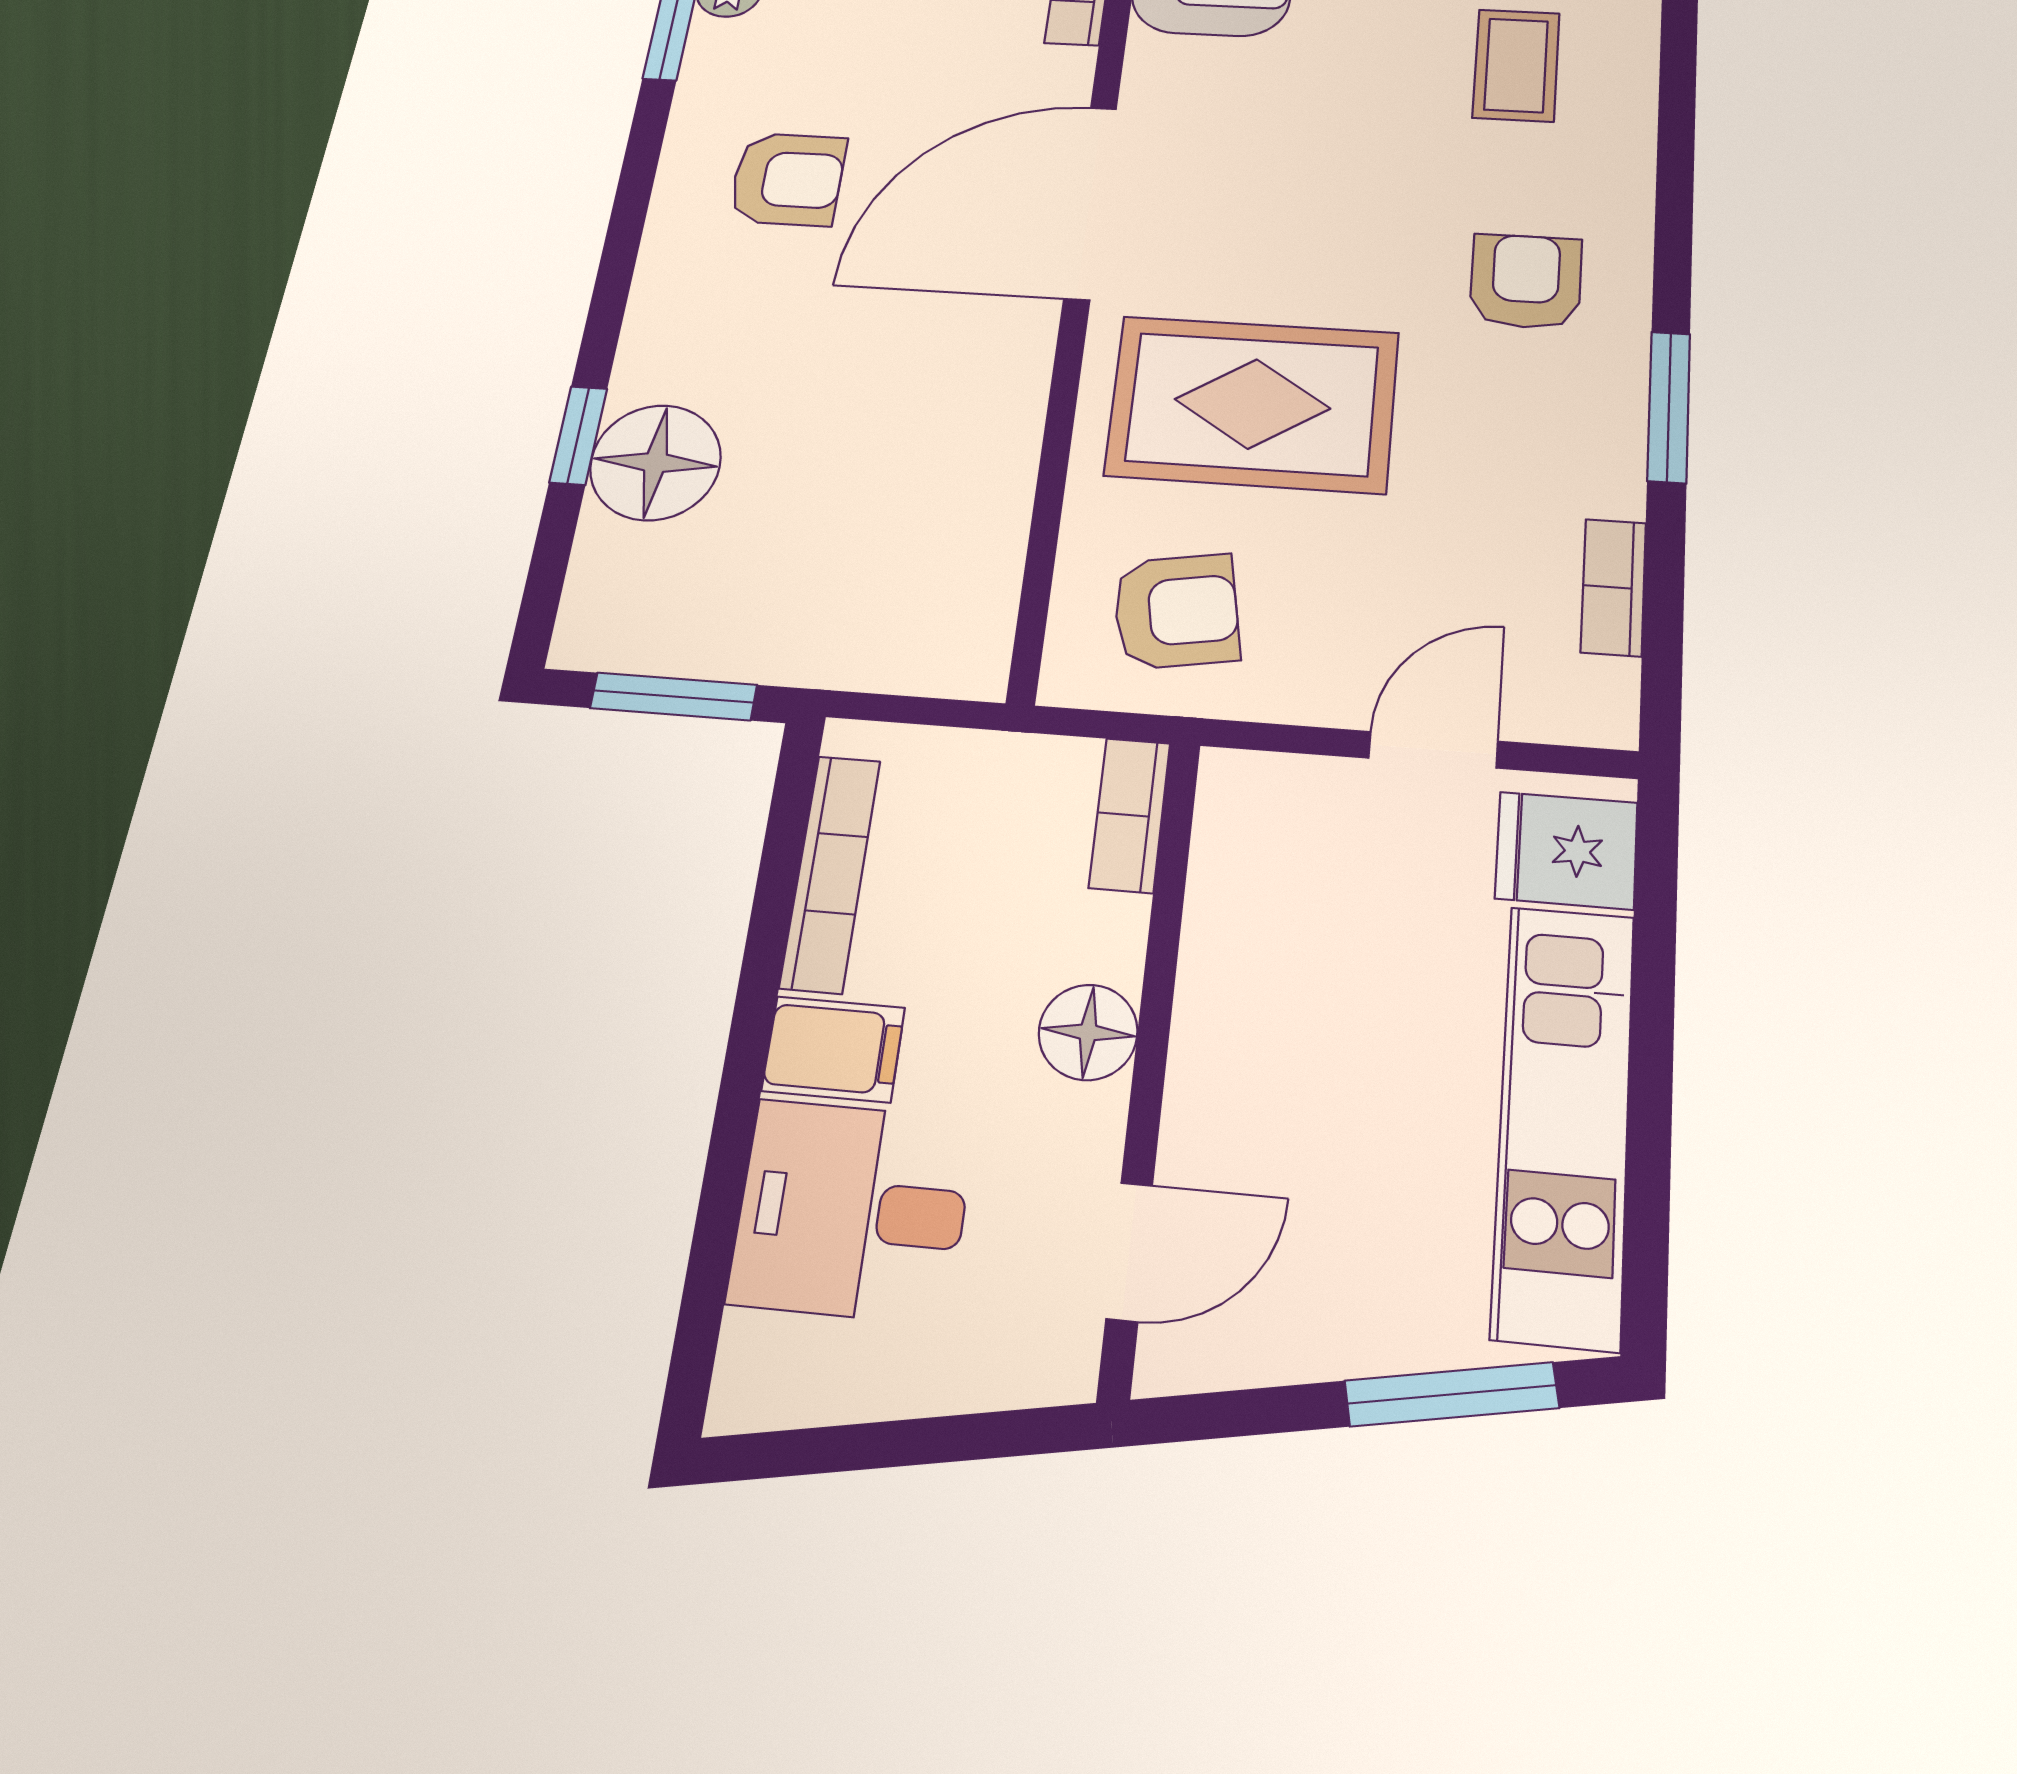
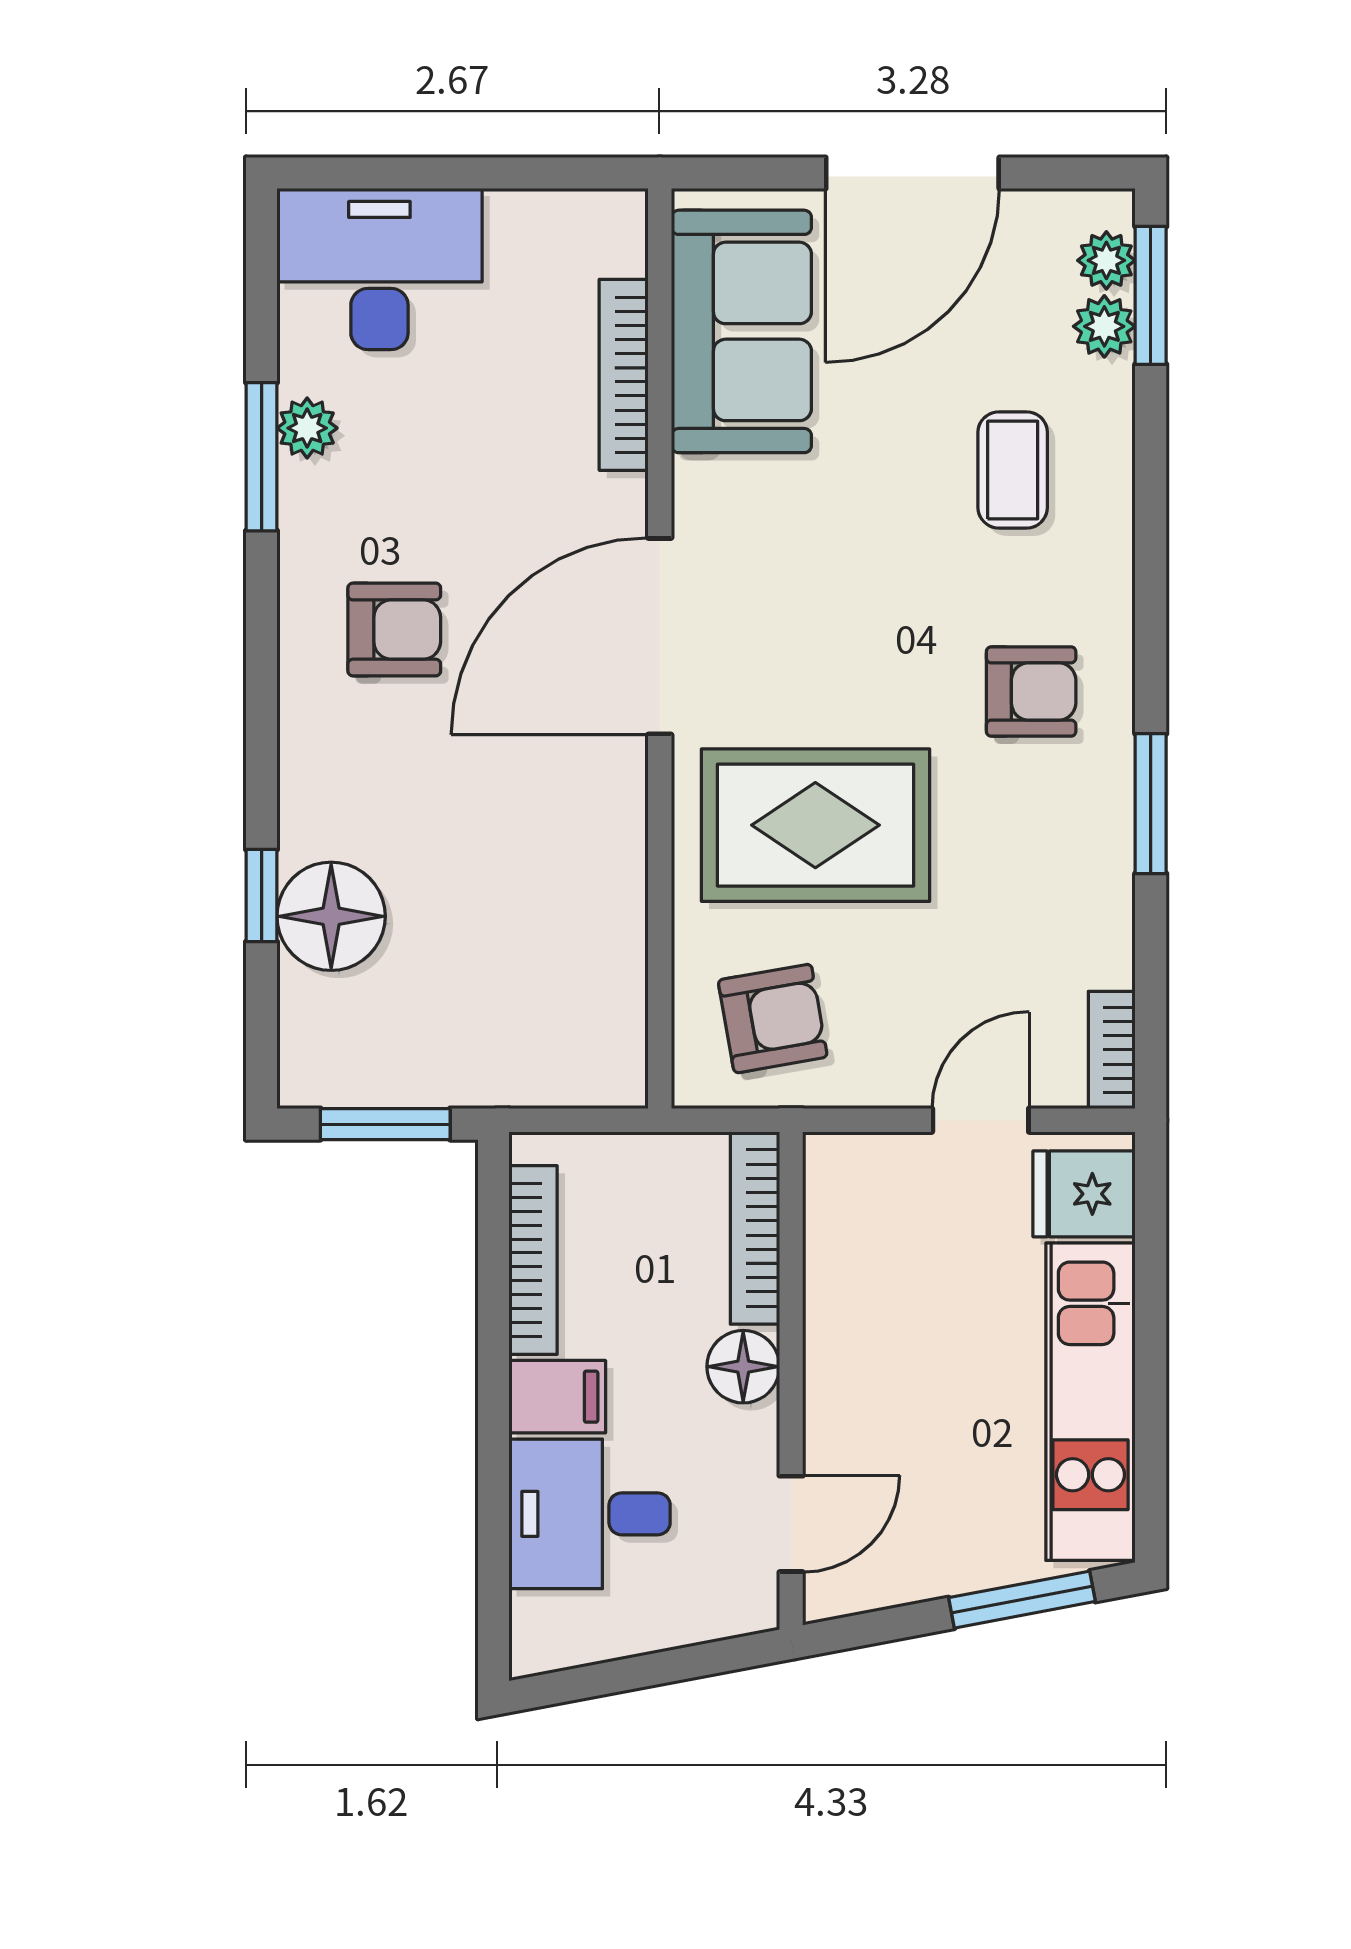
armchair: (1526, 282) -> (1031, 692), turned 90
bookcase: (1613, 587) -> (1112, 1050), moved
bookcase: (1130, 815) -> (755, 1228), width x1.56

